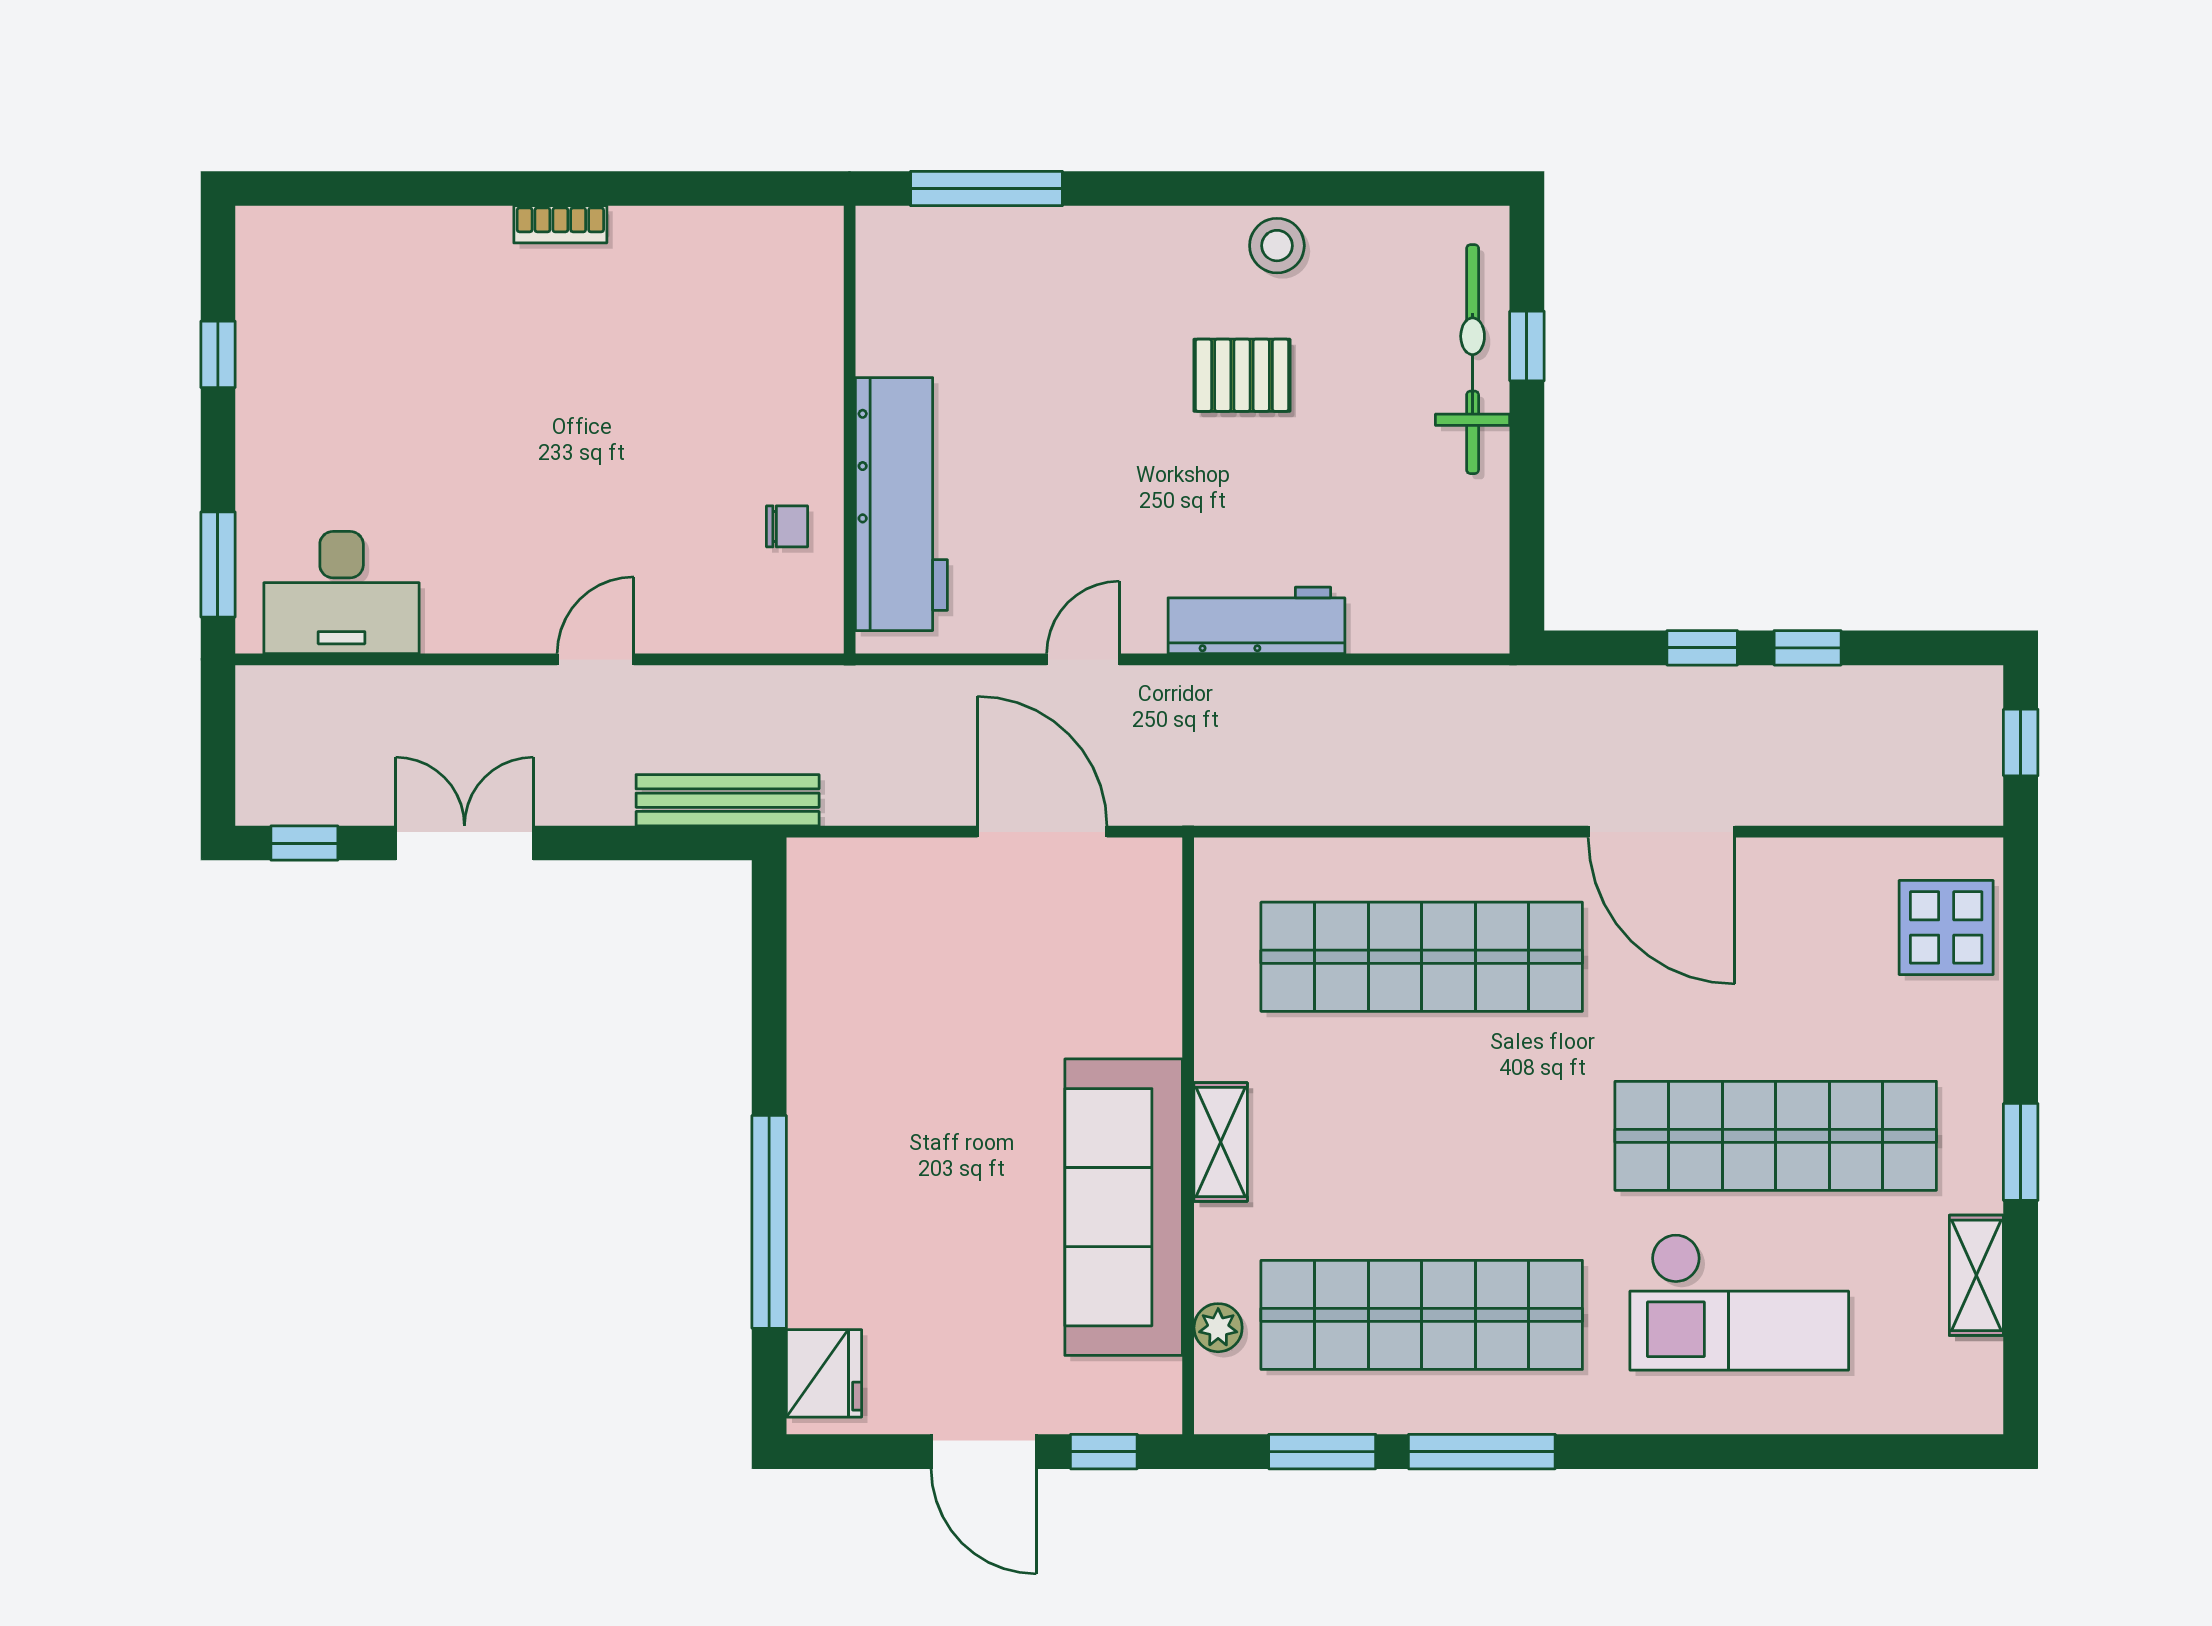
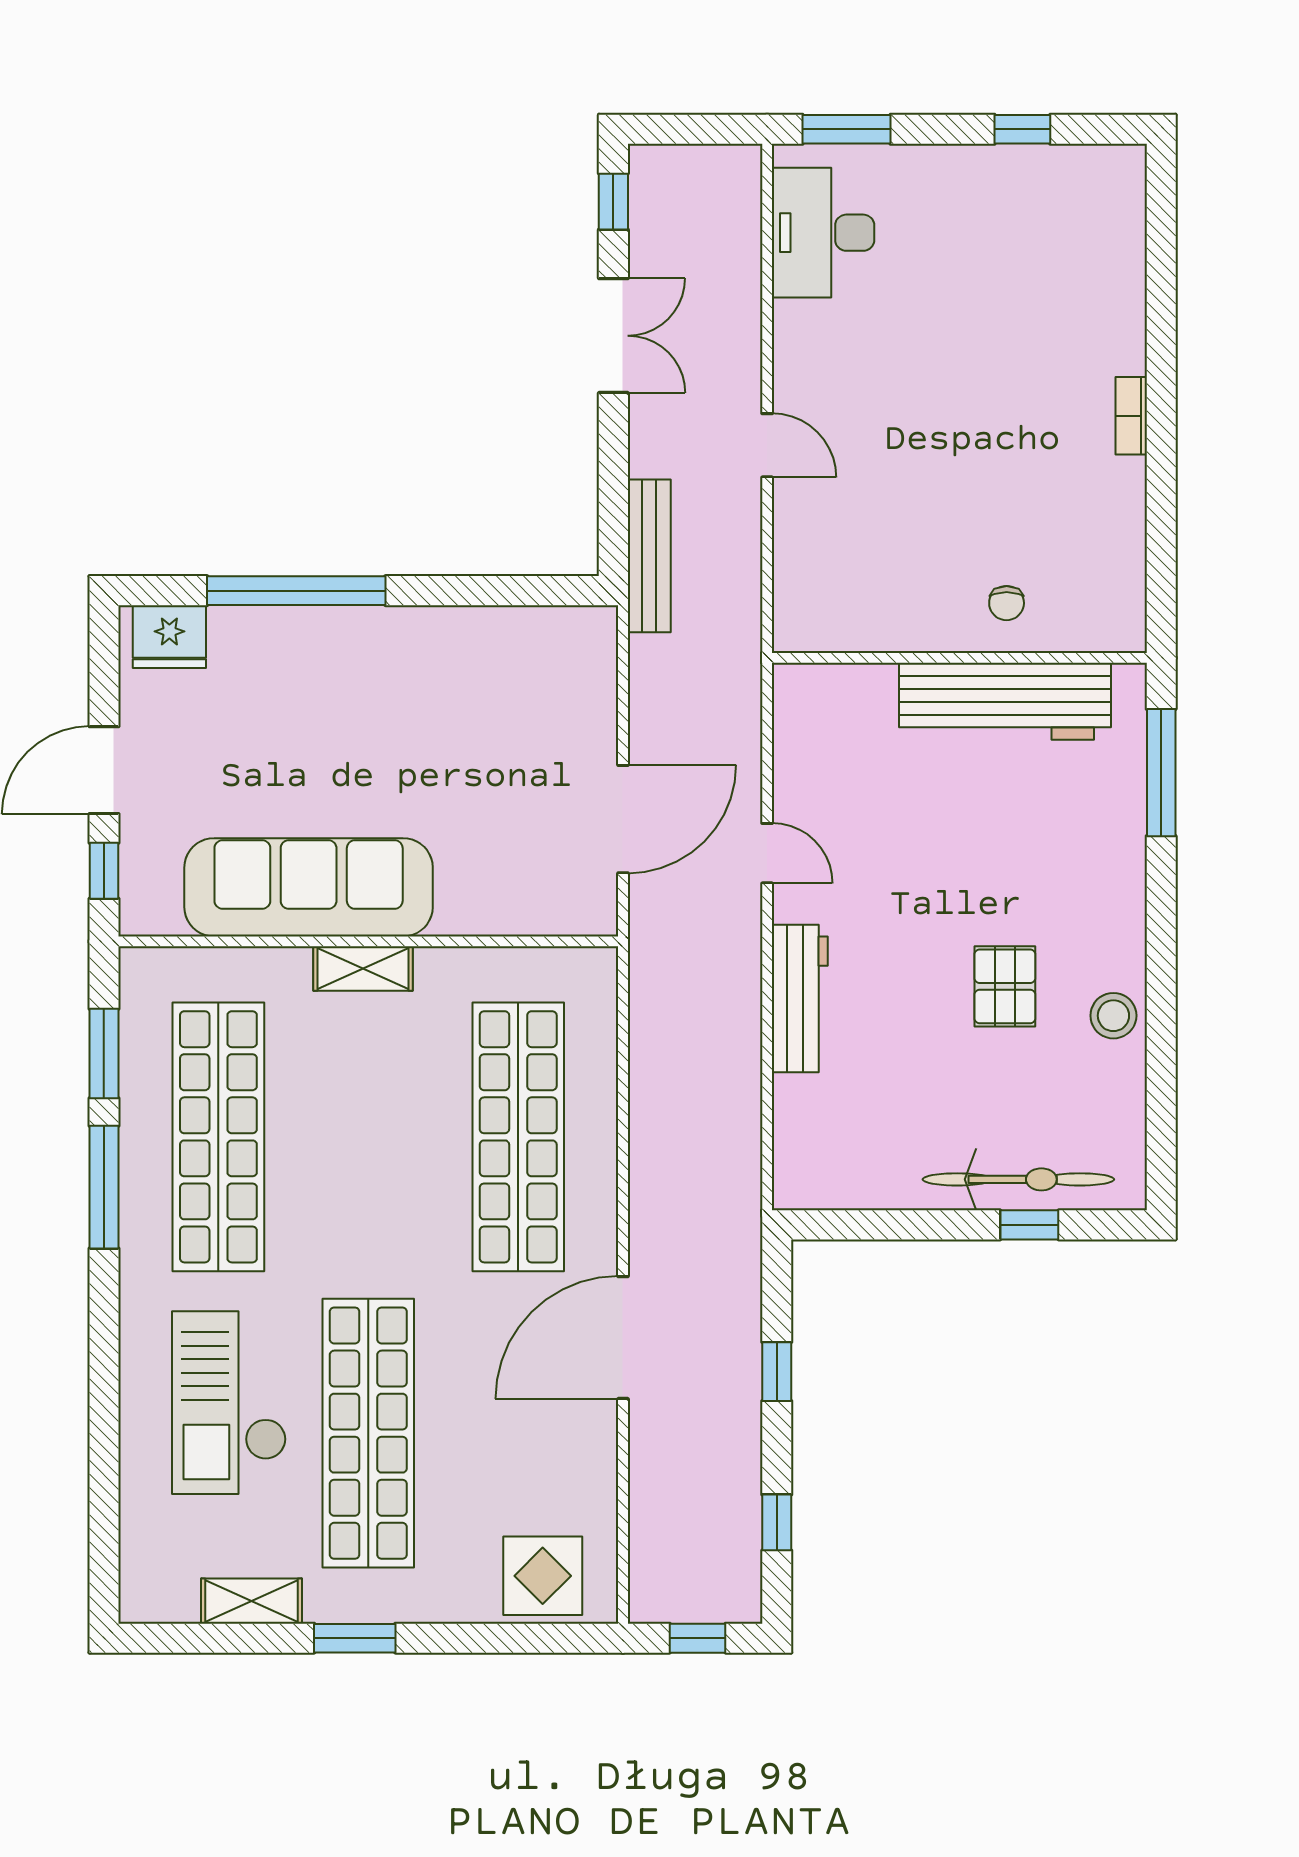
workbench: (901, 504) -> (1005, 701), moved
chair: (787, 526) -> (1007, 603), moved
window: (1808, 648) -> (777, 1522), moved
plant: (1218, 1328) -> (208, 966), removed

